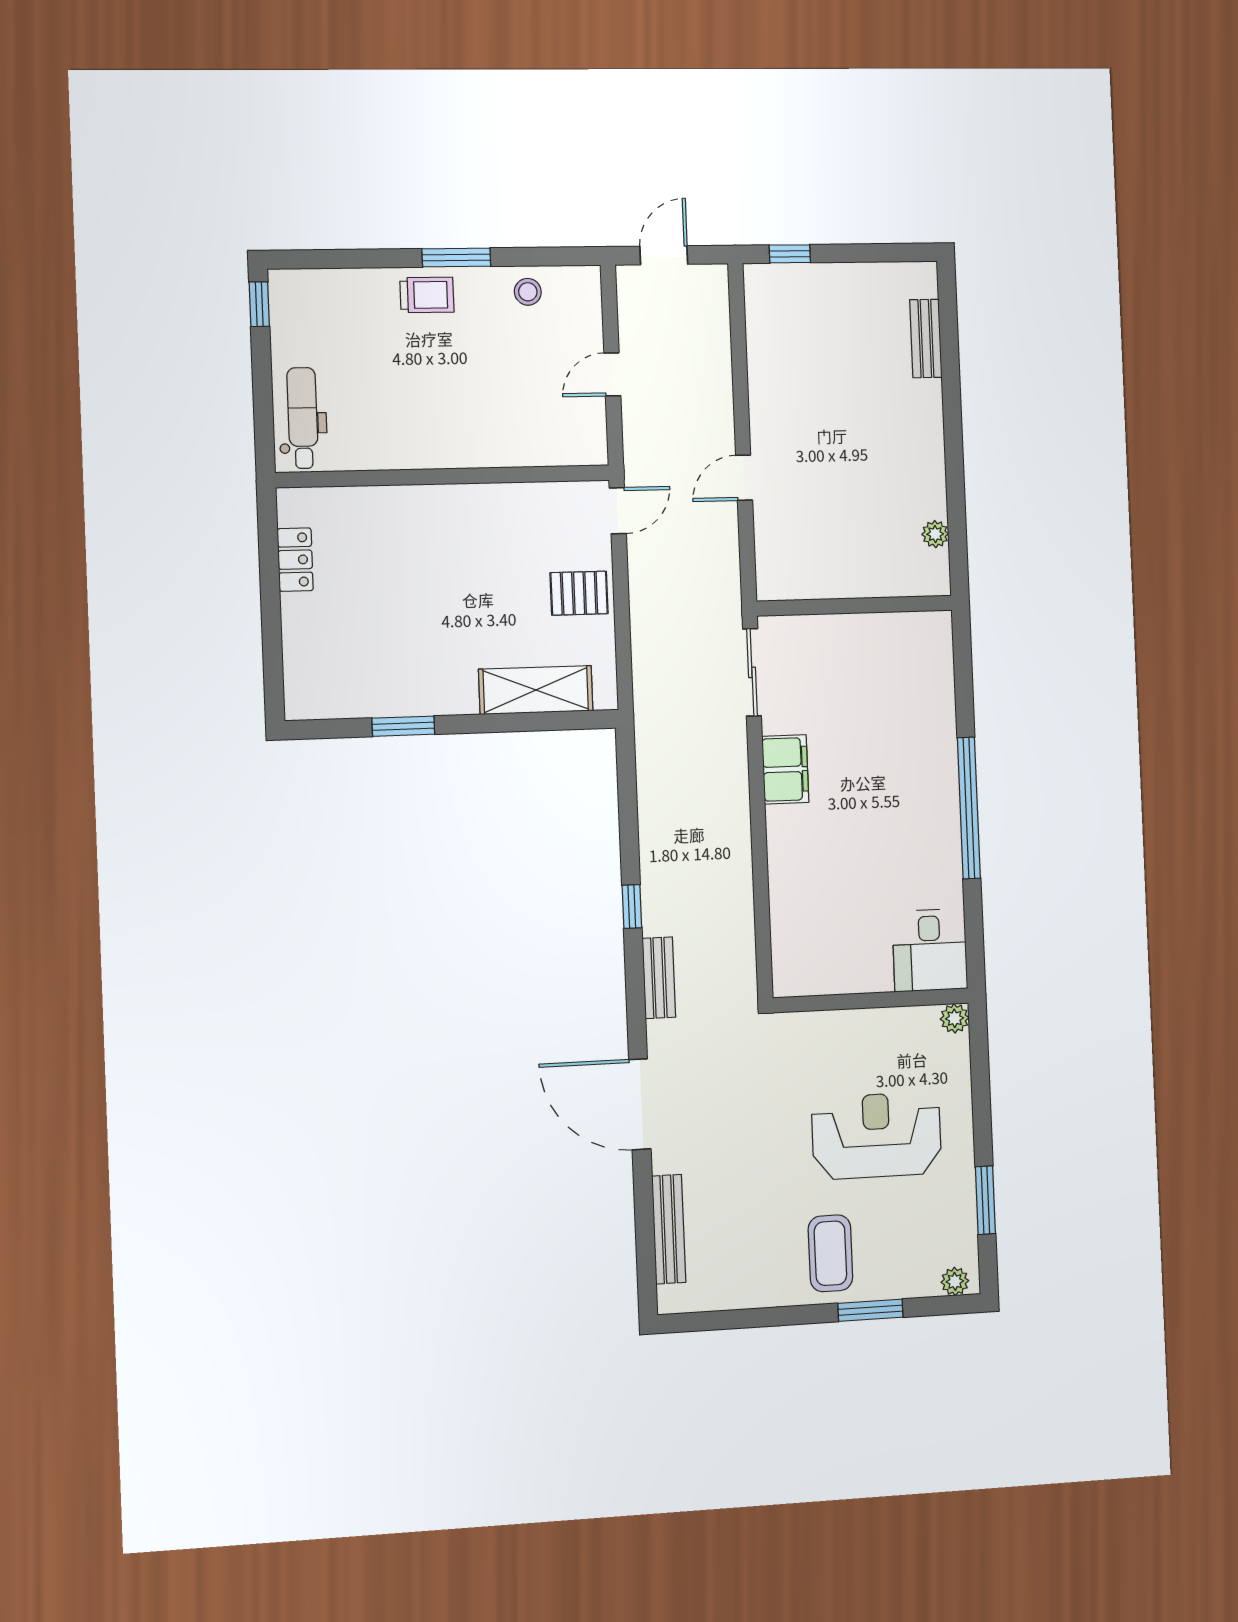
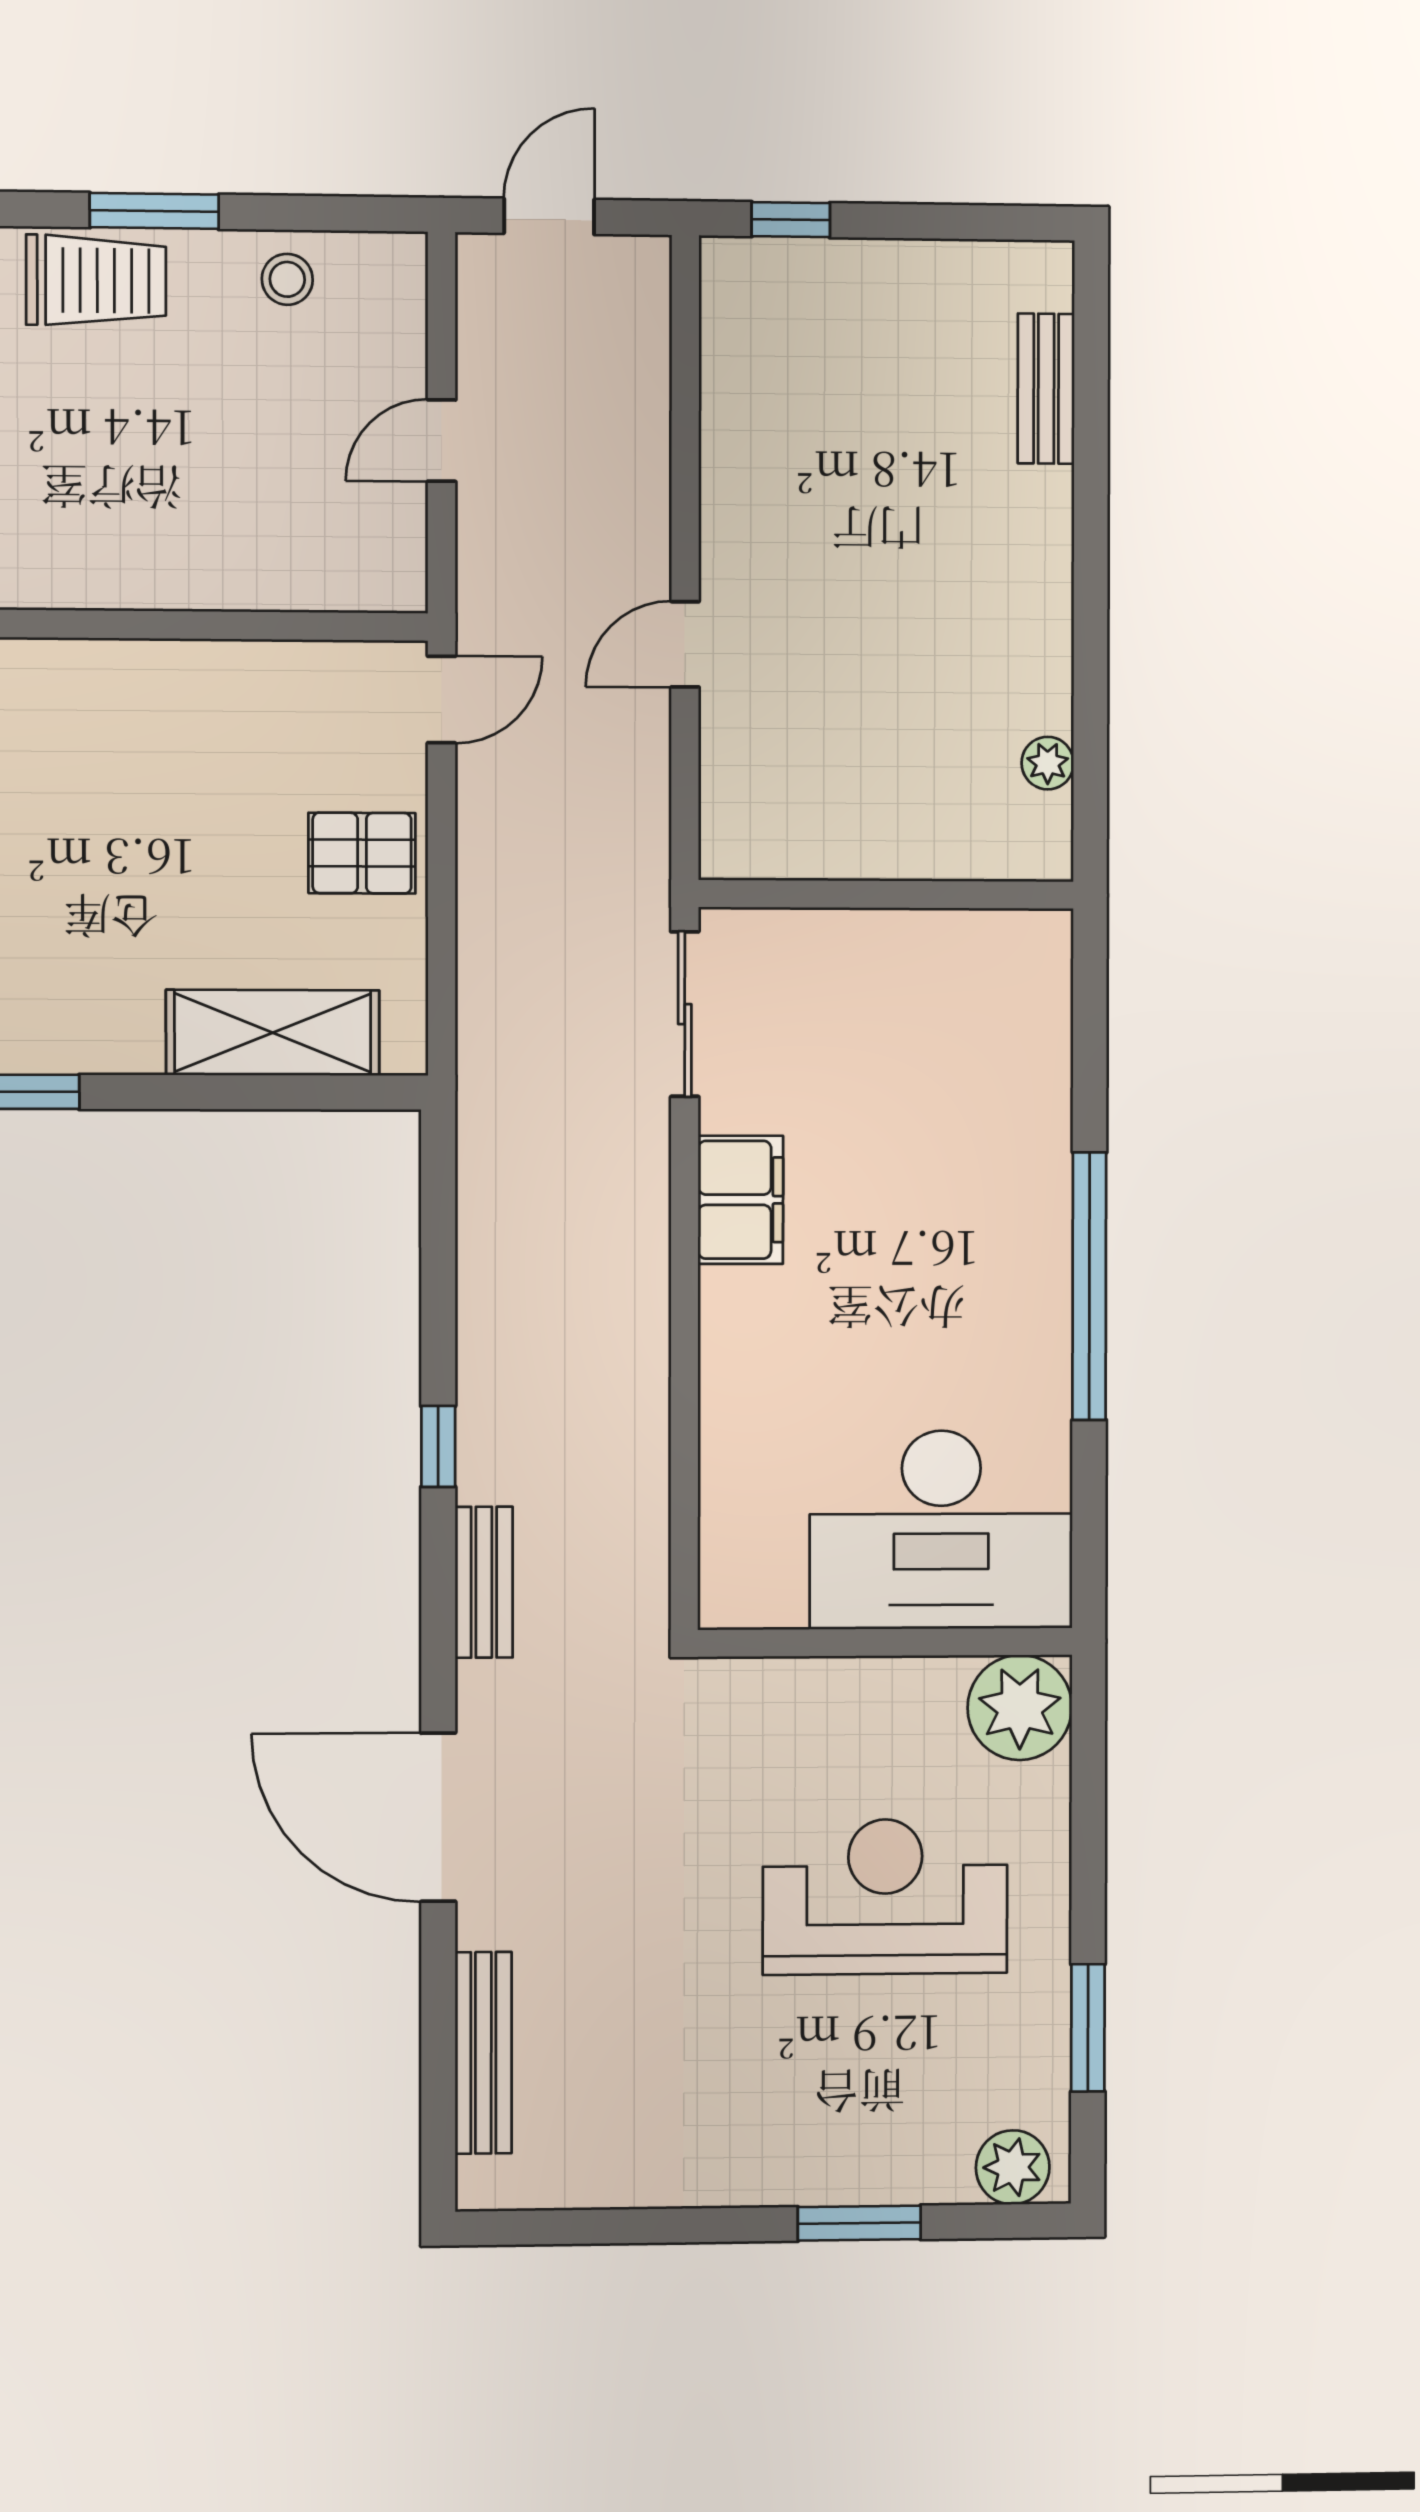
trolley: (427, 295) -> (96, 280), width x1.36, depth x1.39
desk: (930, 950) -> (941, 1530), width x1.87, depth x1.30
plant: (955, 1018) -> (1020, 1708), width x1.88, depth x1.88
coffee table: (830, 1253) -> (788, 2113), removed
plant: (955, 1281) -> (1013, 2167), width x1.38, depth x1.38

